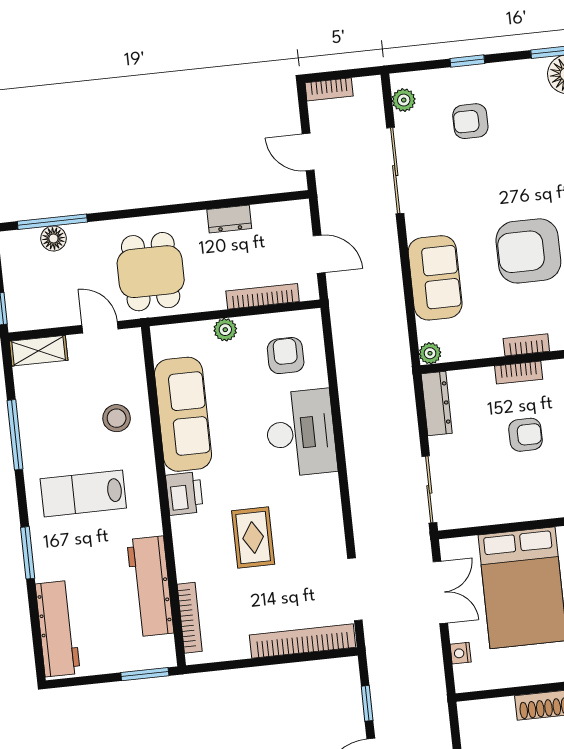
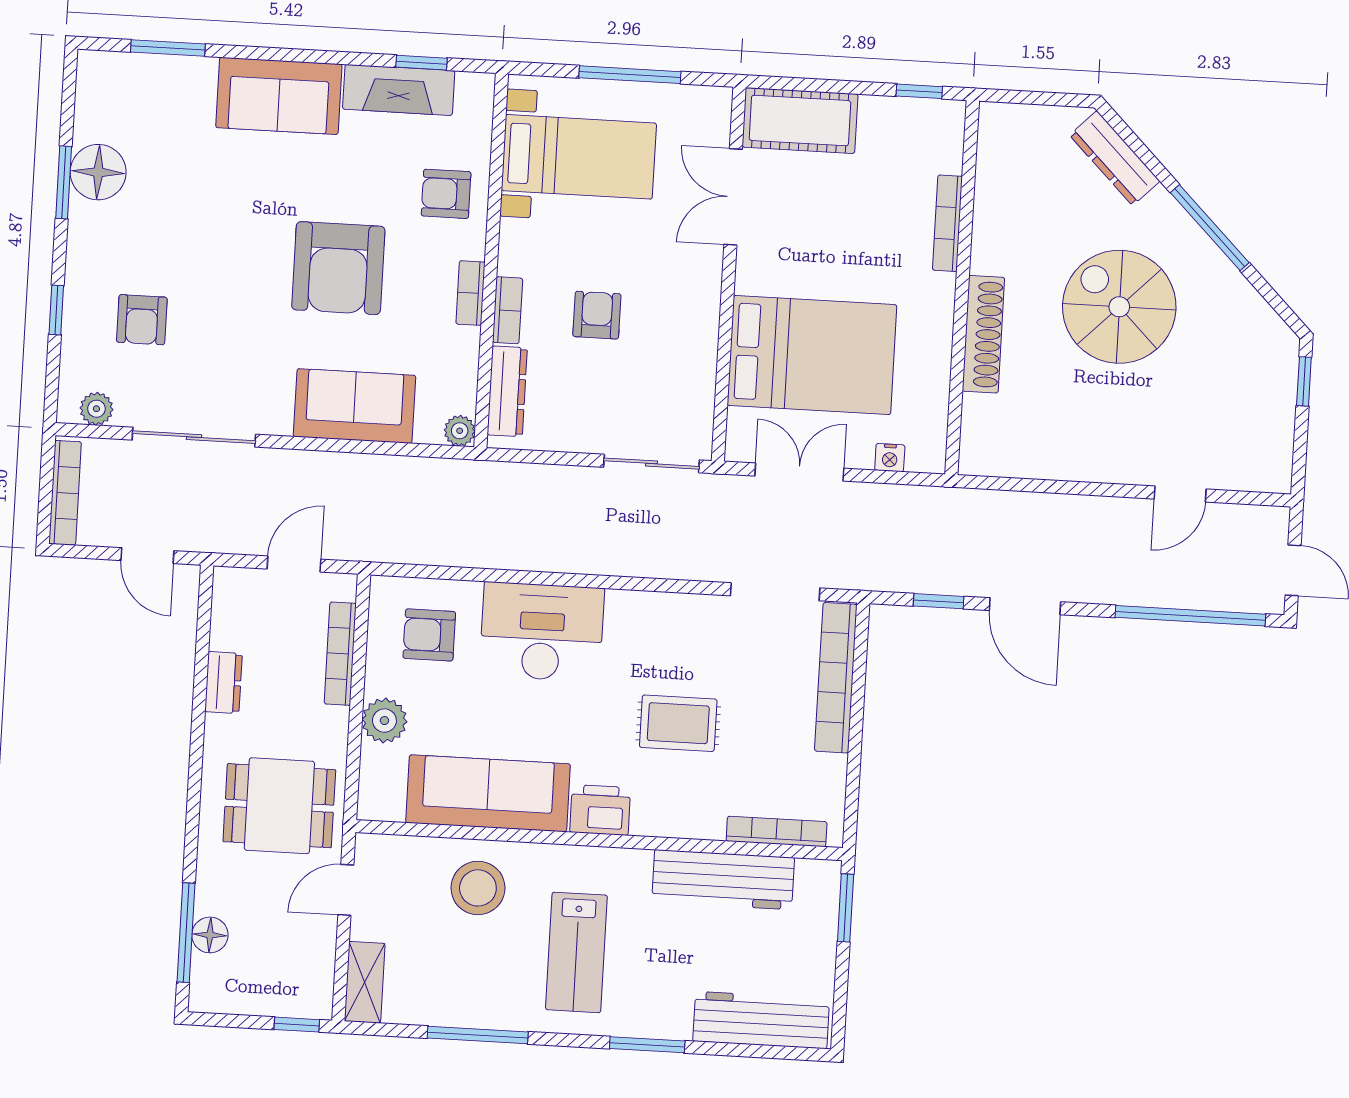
bookcase: (329, 89) -> (65, 493), width x1.56
door: (308, 152) -> (147, 556), hinge flipped
plant: (225, 330) -> (384, 721), width x1.38, depth x1.38
dresser: (437, 403) -> (507, 391), moved, turned 90
stool: (117, 418) -> (478, 888), width x1.38, depth x1.38

